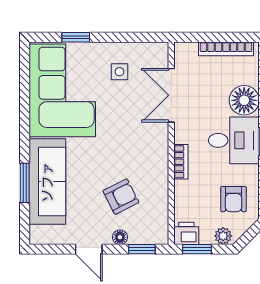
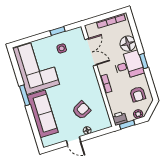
window: (76, 37) -> (58, 31), moved
double door: (171, 95) -> (91, 52), swing flipped
window: (25, 183) -> (25, 95), moved
window: (142, 249) -> (100, 133), removed

